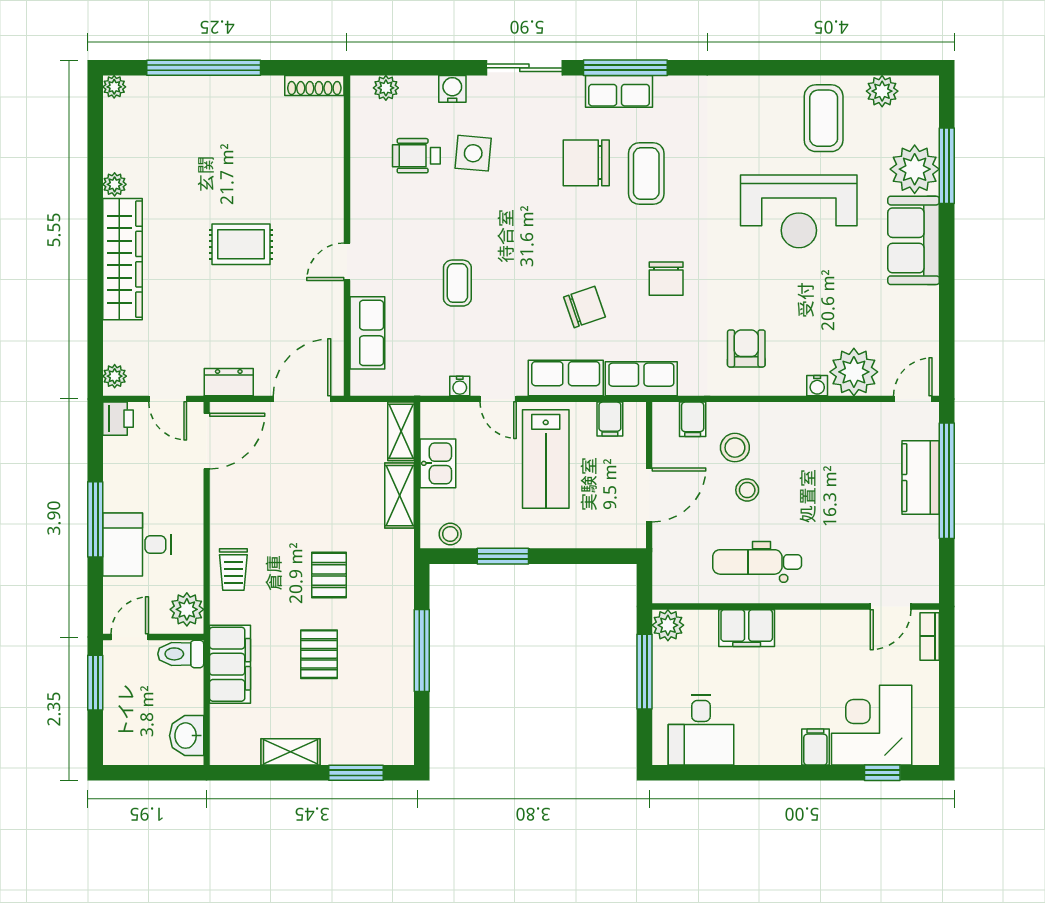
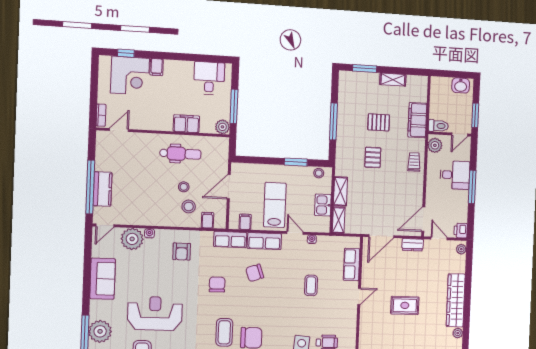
sofa: (914, 240) -> (103, 279), moved
pallet: (319, 654) -> (379, 122), turned 90
washbasin: (187, 736) -> (461, 85), moved, turned 90

